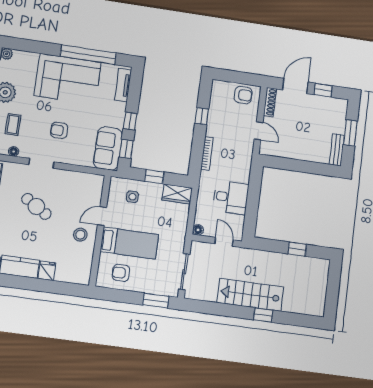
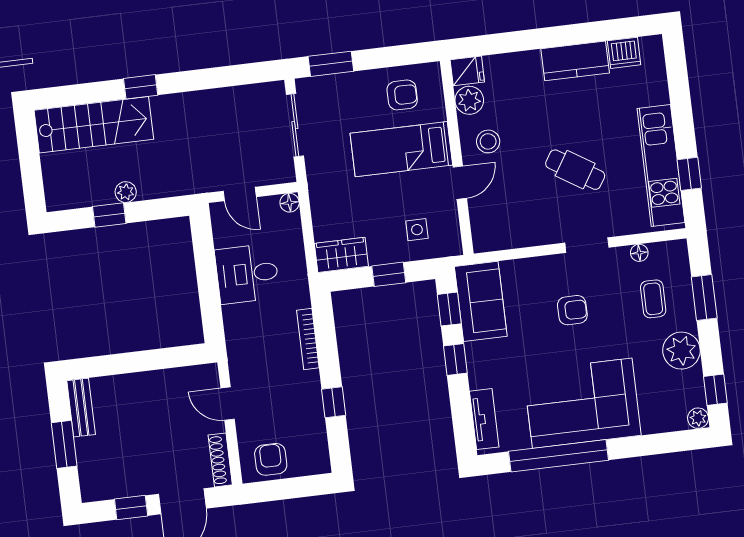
armchair: (243, 95) -> (271, 459), turned 90
plant: (285, 259) -> (126, 192), added
plant: (85, 260) -> (469, 100), added
fridge: (47, 271) -> (467, 71), moved, turned -90
stairs: (250, 295) -> (94, 125), moved

